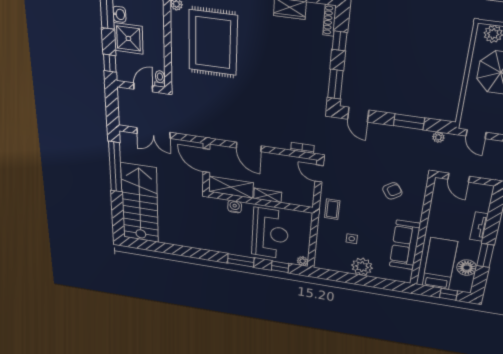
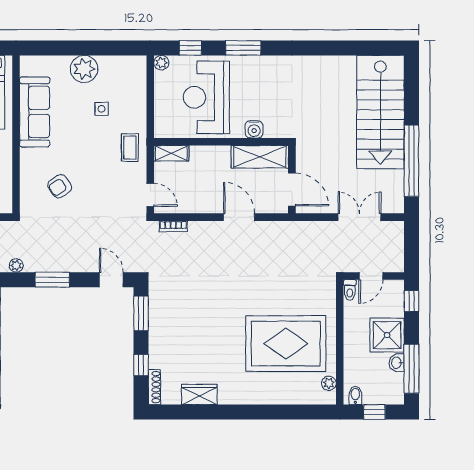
rug: (213, 43) -> (286, 344), turned 90
shelving: (268, 195) -> (171, 153), moved

